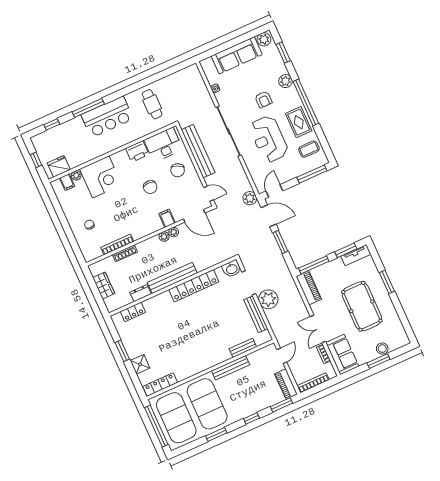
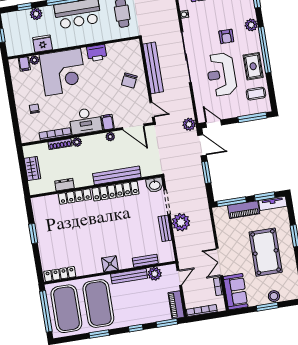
plant: (65, 128) -> (36, 14), added
desk: (163, 145) -> (85, 121), moved, turned 180
fridge: (59, 166) -> (42, 44), moved
corner desk: (101, 177) -> (63, 72), width x1.36, depth x1.36
chair: (150, 187) -> (100, 89), removed
door: (274, 191) -> (214, 124), hinge flipped
plant: (164, 237) -> (77, 142), moved
bench: (172, 278) -> (117, 175), moved
piano: (309, 288) -> (244, 210), moved, turned 90
locker: (133, 312) -> (75, 197), moved, width x1.53
bench: (256, 314) -> (165, 228), width x0.73
plant: (256, 358) -> (155, 274), added
shower: (140, 364) -> (110, 264), moved

